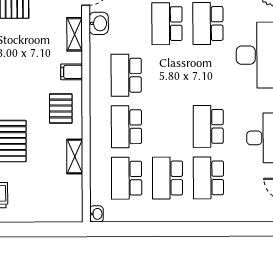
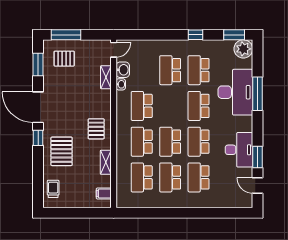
filing cabinet: (72, 72) -> (104, 193), moved
school desk: (208, 75) -> (199, 106), added
school desk: (167, 127) -> (170, 142), added
washbasin: (97, 214) -> (121, 84), moved

